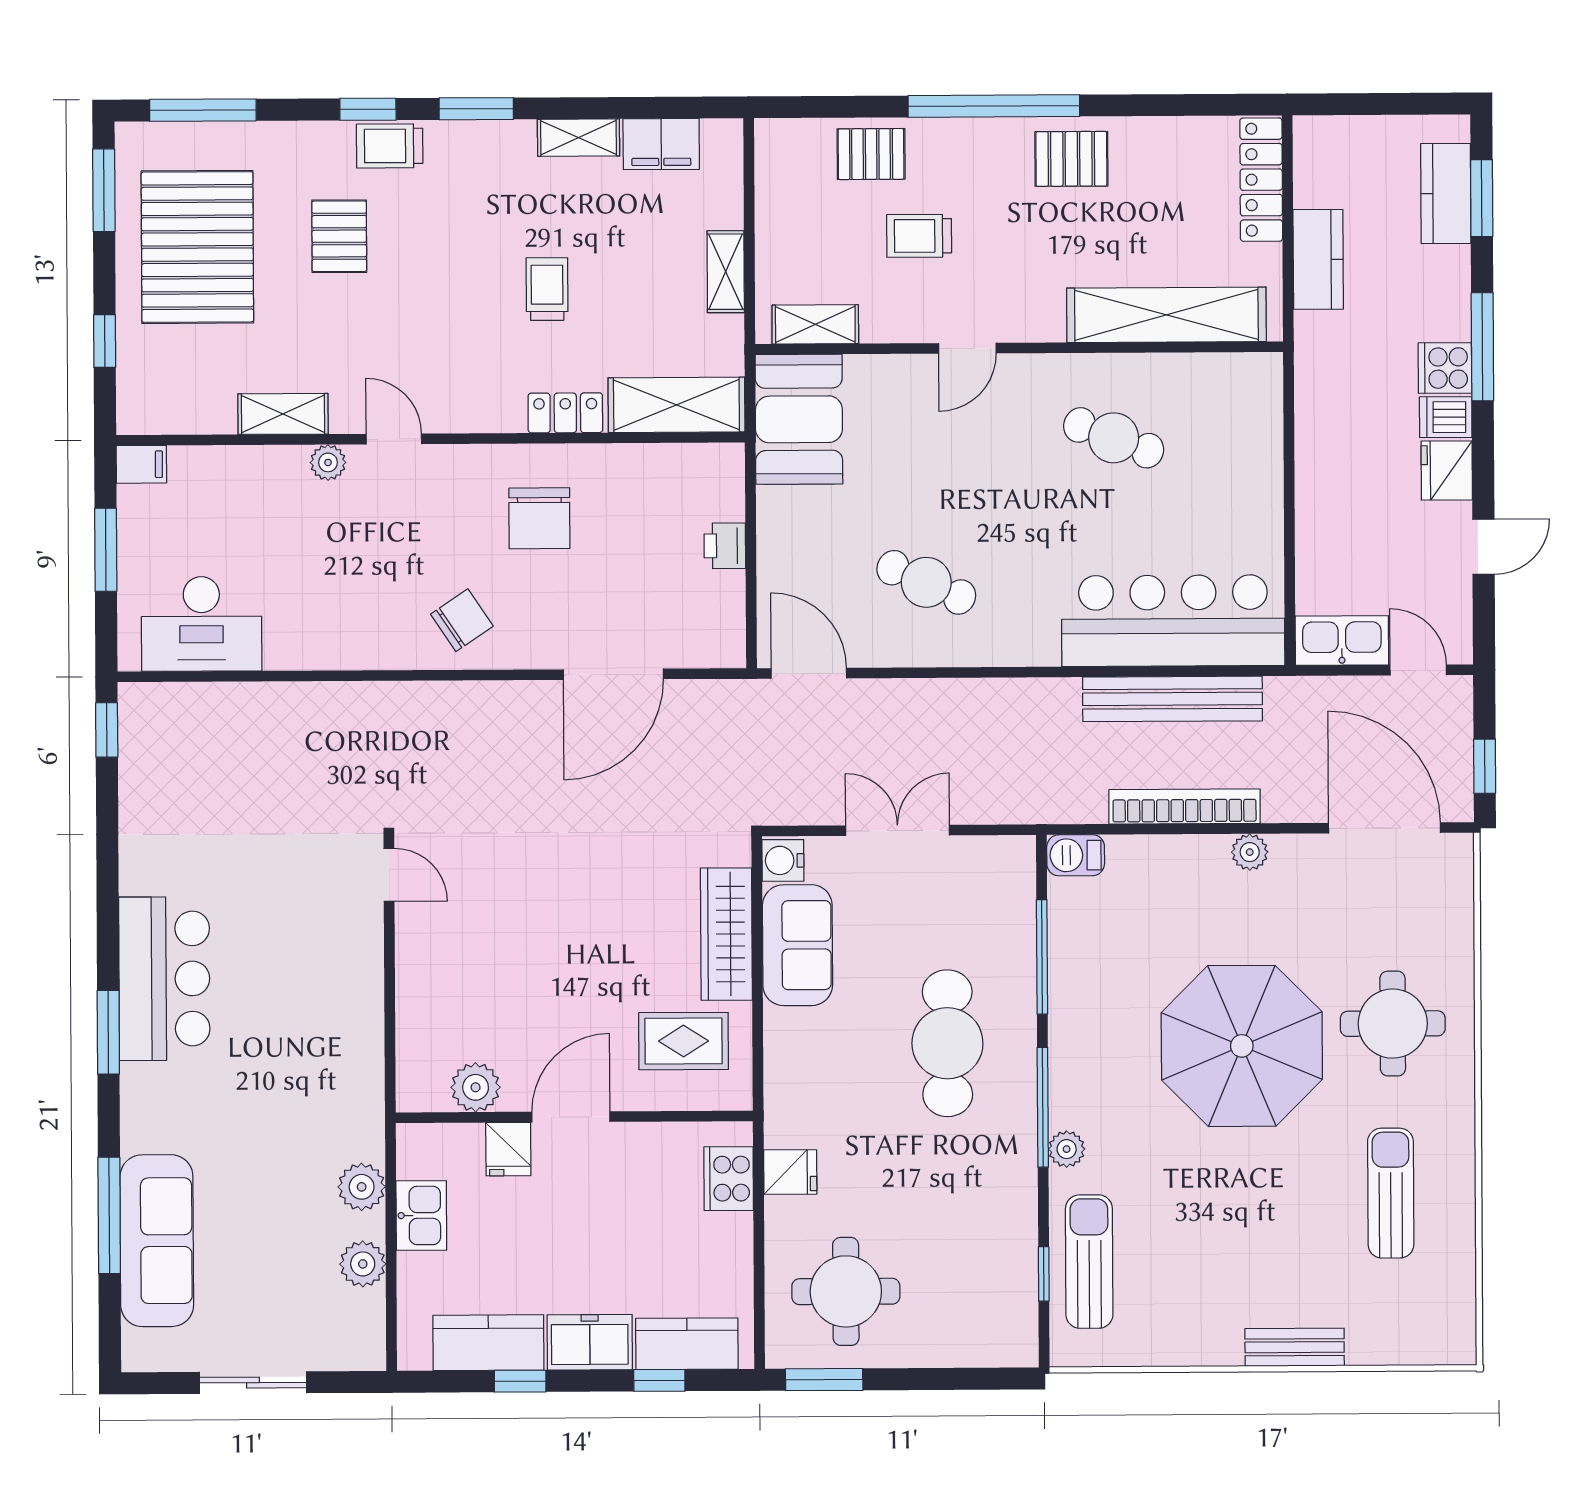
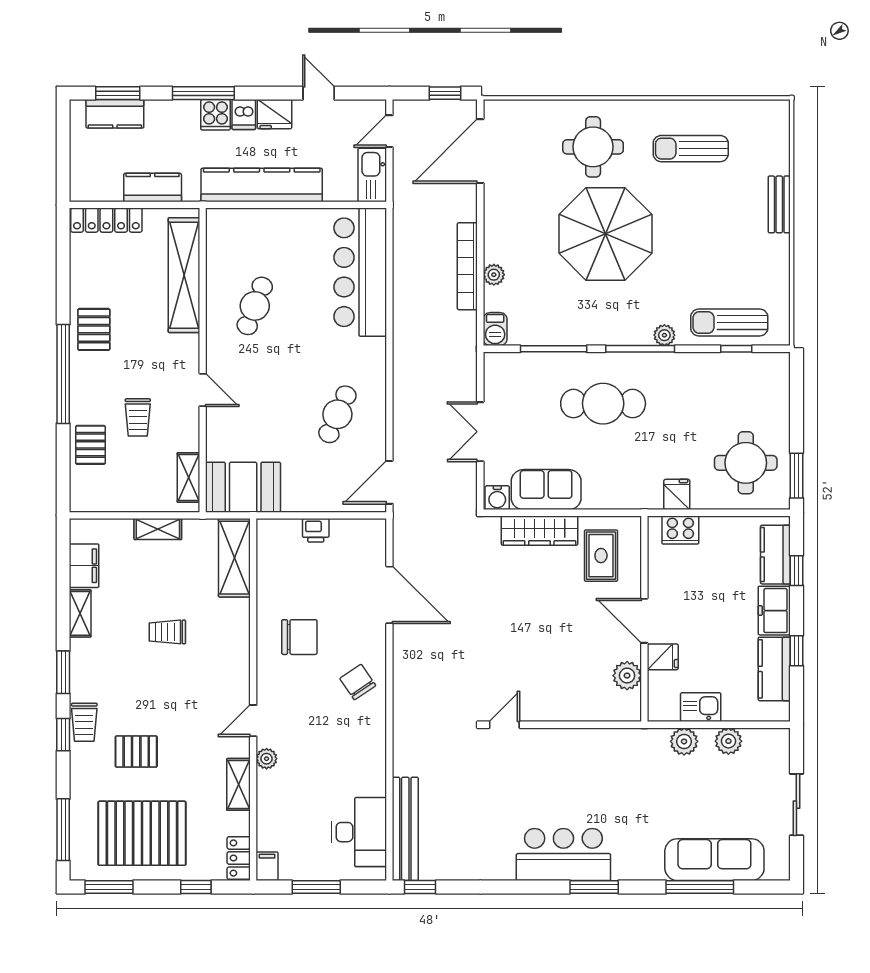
locker: (565, 413) -> (239, 858), moved
kitchen counter: (1324, 449) -> (262, 185), added
bench: (1173, 699) -> (405, 829), moved
plant: (1250, 852) -> (494, 275), moved

